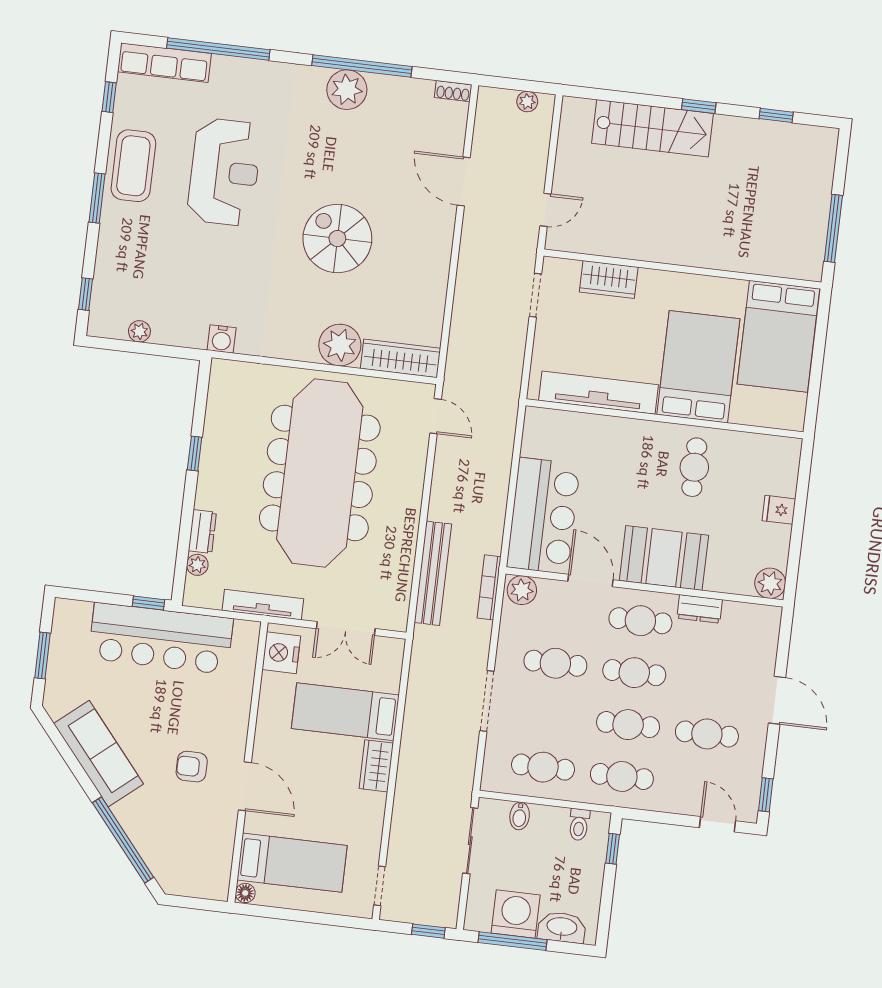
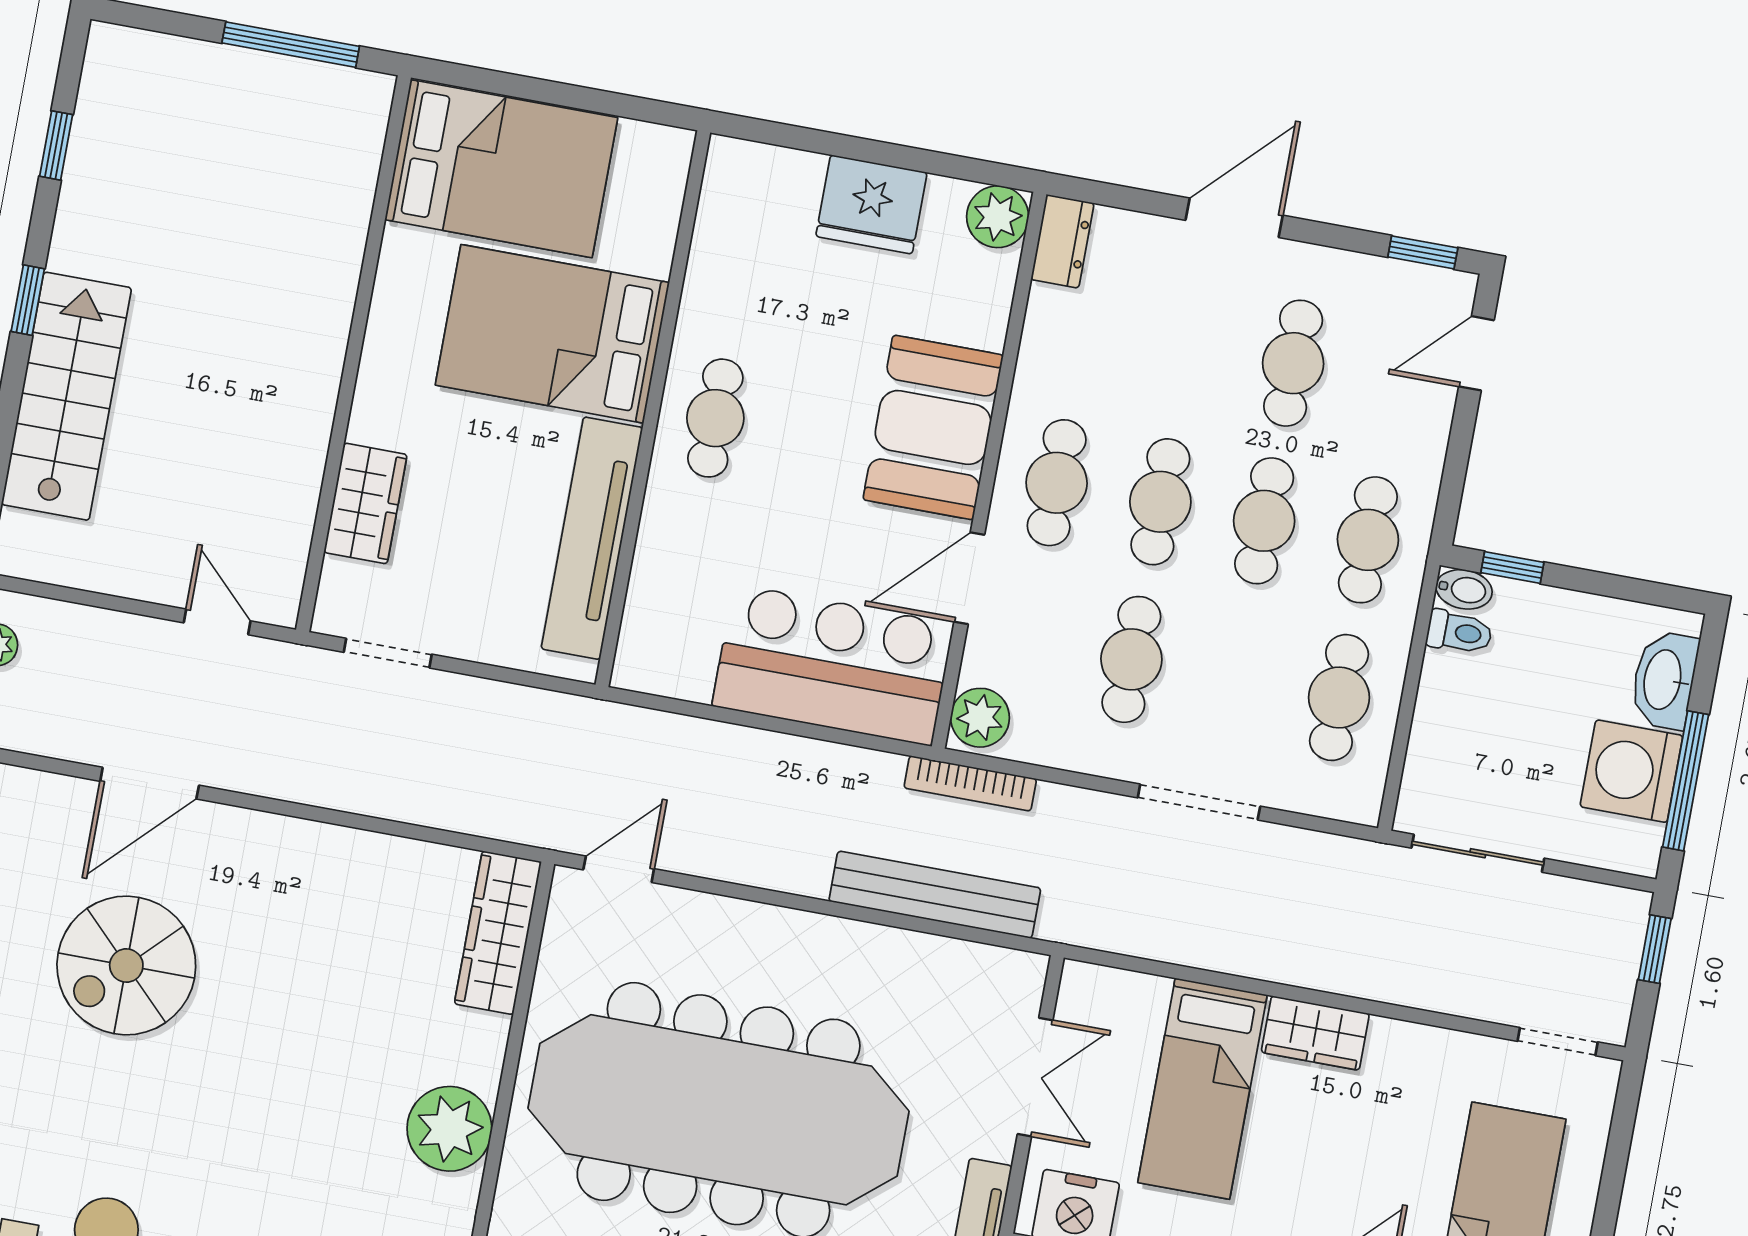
spiral stairs: (337, 239) -> (126, 966), moved
plant: (340, 345) -> (449, 1129), moved
cafe table: (694, 467) -> (715, 418), moved, turned 90
fridge: (779, 510) -> (871, 204), width x1.88, depth x1.34
dresser: (700, 609) -> (1062, 241), moved
bidet: (520, 816) -> (1464, 589), moved

